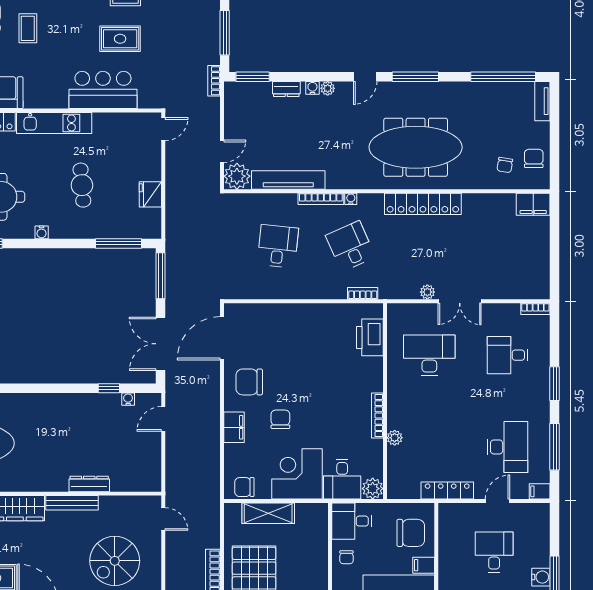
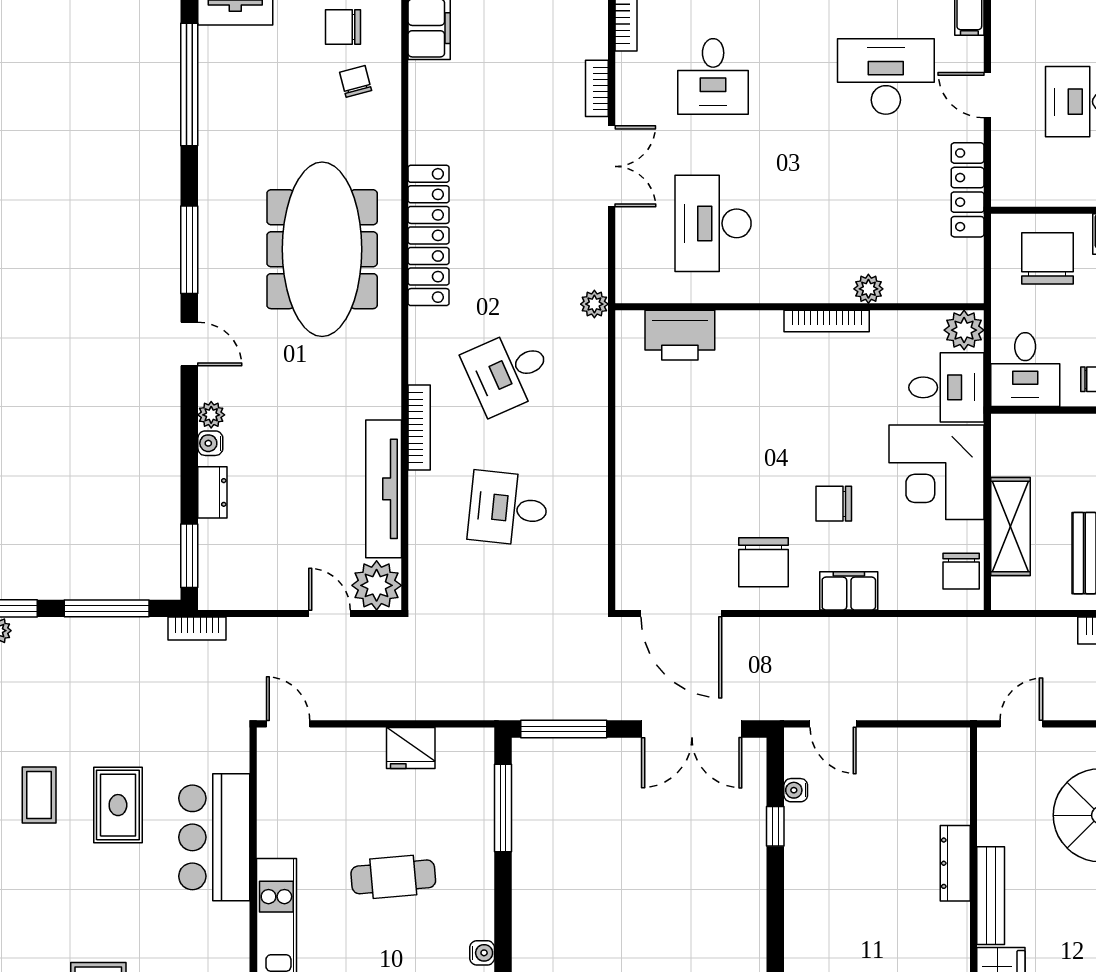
chair: (505, 165) -> (356, 81), turned -114
water cooler: (351, 199) -> (419, 371), removed
plant: (427, 292) -> (594, 304), moved
bookcase: (363, 293) -> (597, 88), moved

